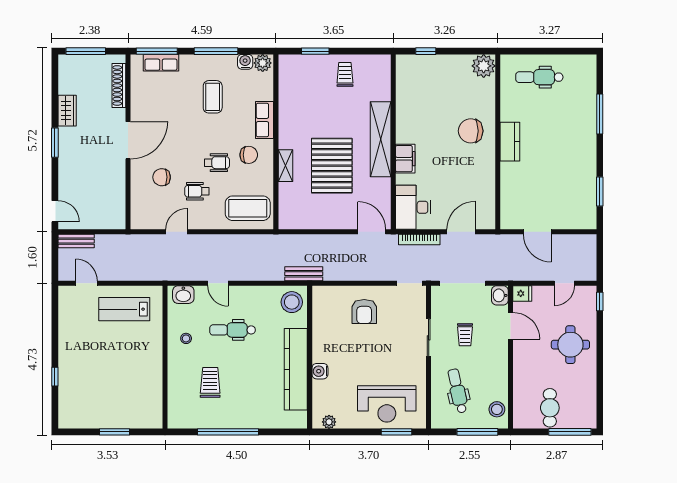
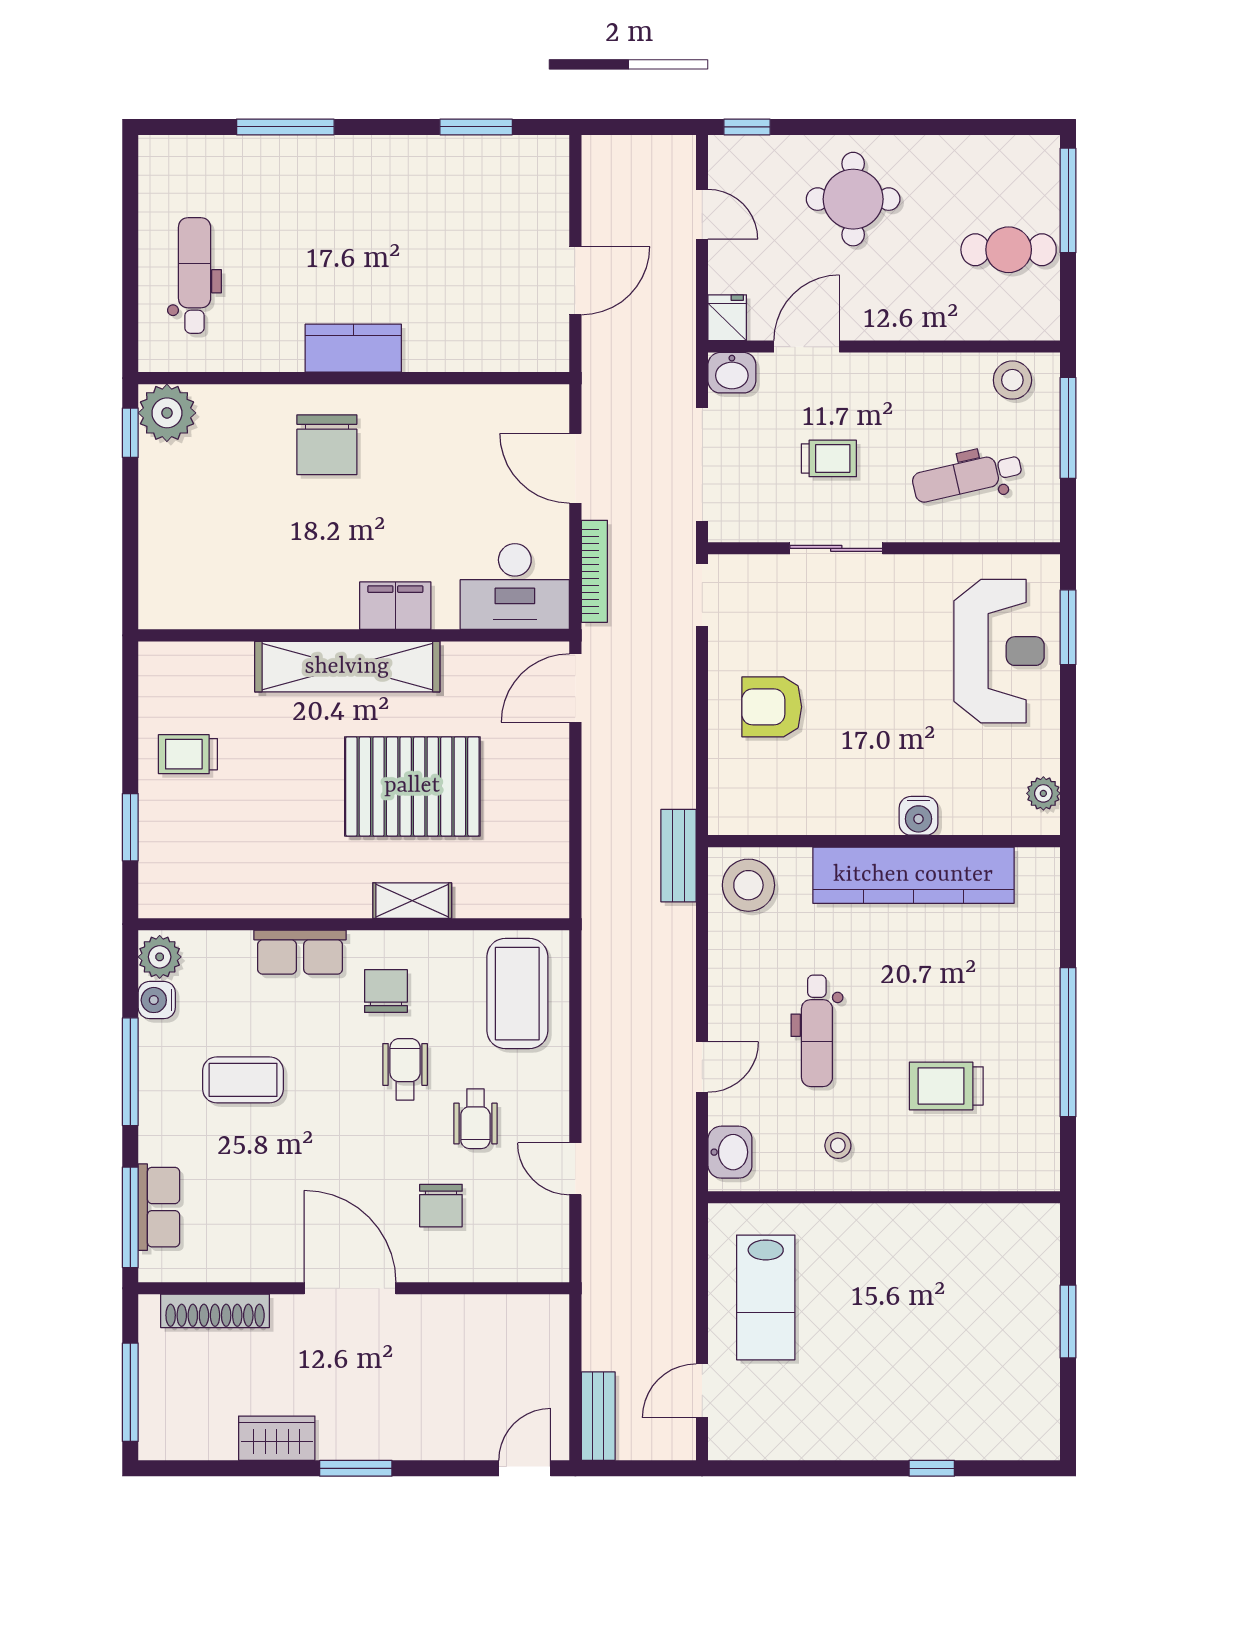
window: (426, 51) -> (130, 433), moved
dental chair: (539, 77) -> (195, 275), turned 180
armchair: (364, 312) -> (772, 707), turned 180

